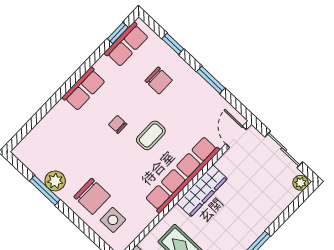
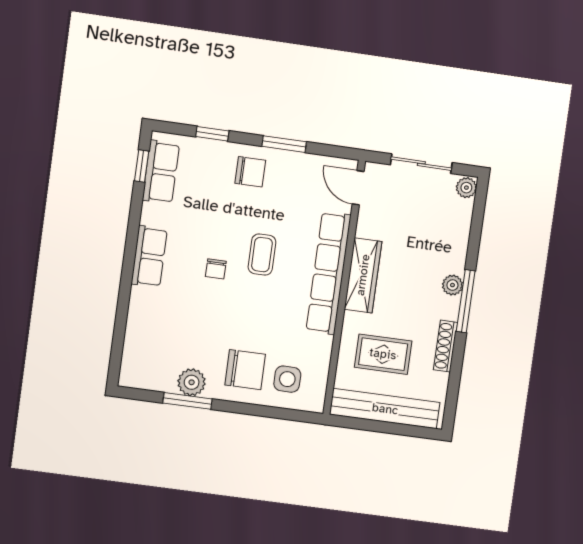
chair: (159, 80) -> (250, 172), moved
chair: (118, 124) -> (216, 269), turned -90
plant: (251, 235) -> (452, 285), added

